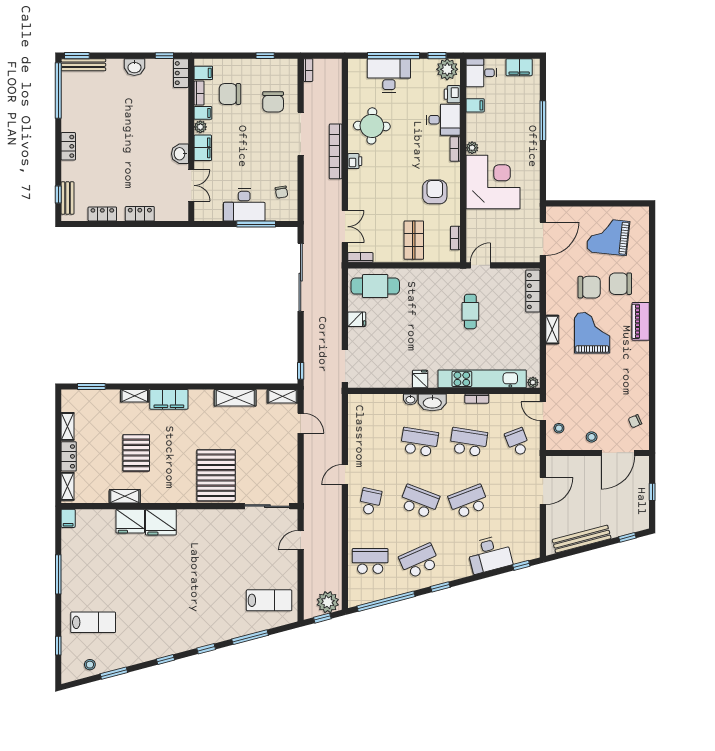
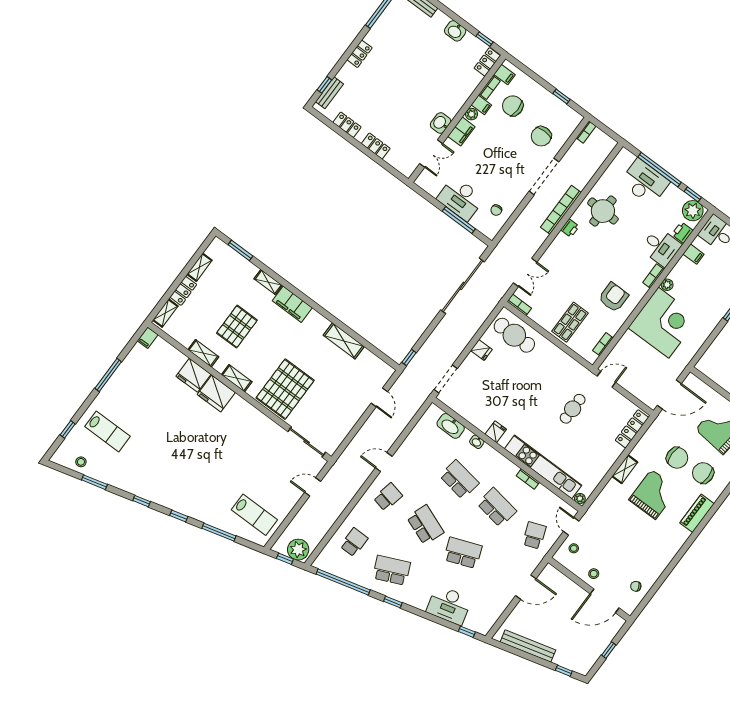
shelving: (282, 396) -> (237, 378), moved
washbasin: (432, 402) -> (451, 426), moved
school desk: (370, 561) -> (354, 542), width x0.54

